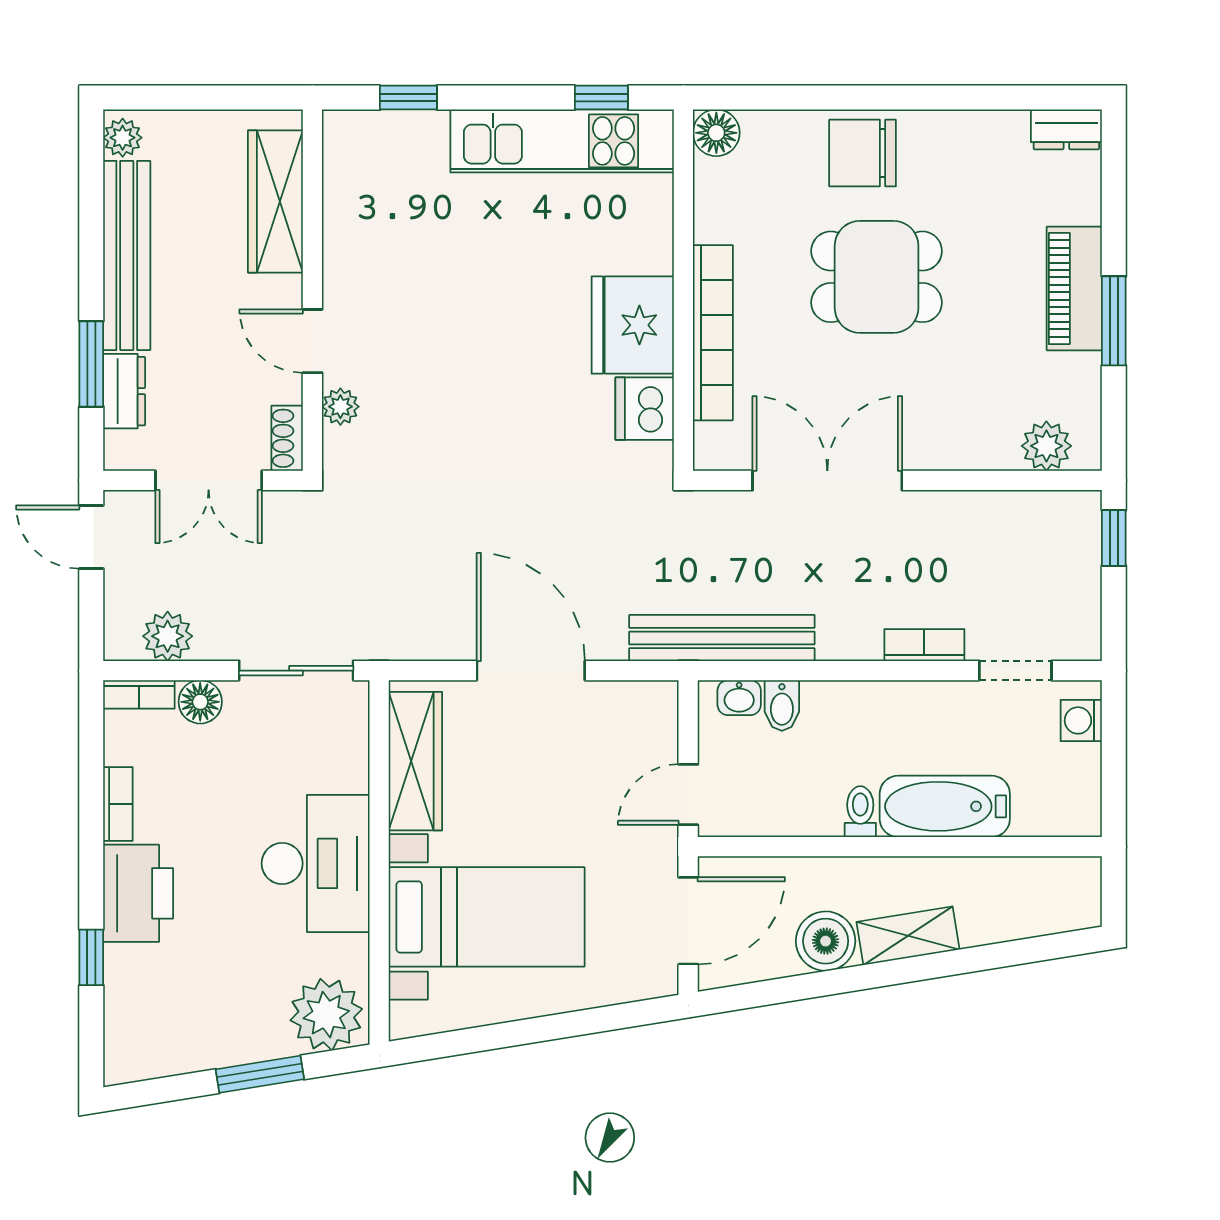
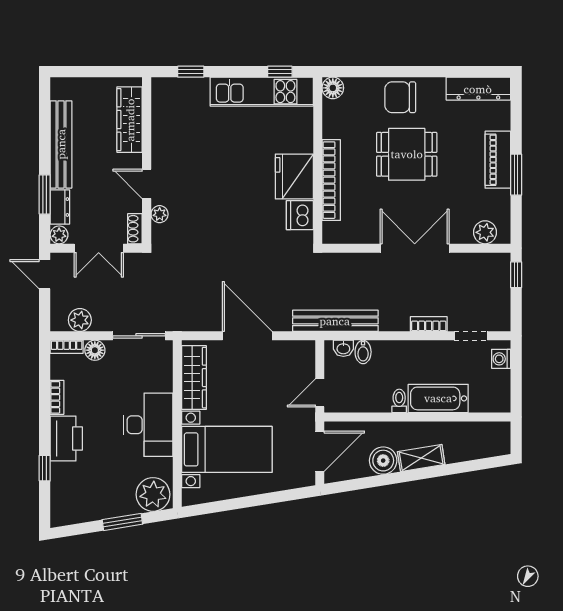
dresser: (1066, 129) -> (478, 89), width x1.96, depth x1.24
plant: (123, 138) -> (59, 235), moved
double door: (827, 480) -> (415, 248), moved

